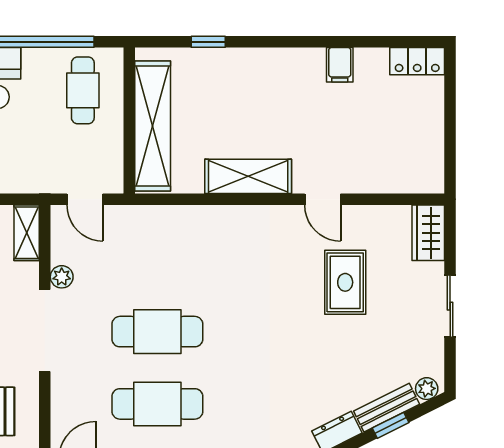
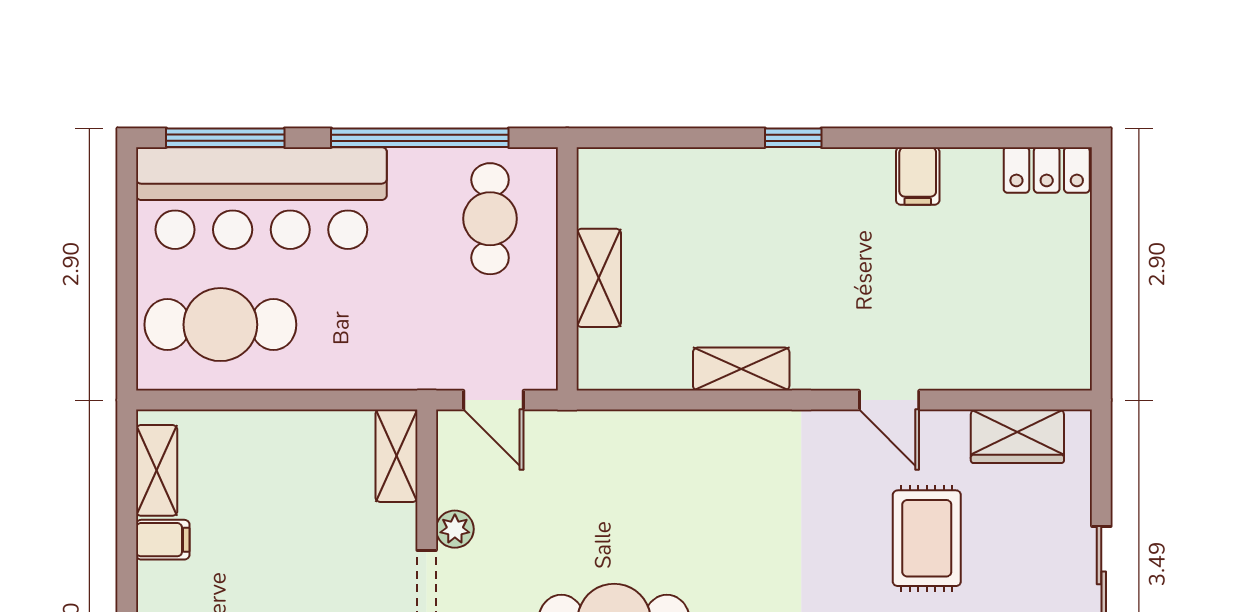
window: (208, 42) -> (793, 138), moved
shelving: (153, 126) -> (599, 278), width x0.45, depth x0.75
shelving: (248, 176) -> (741, 369), width x0.67, depth x0.75
wardrobe: (428, 233) -> (1017, 436), moved, turned -90

